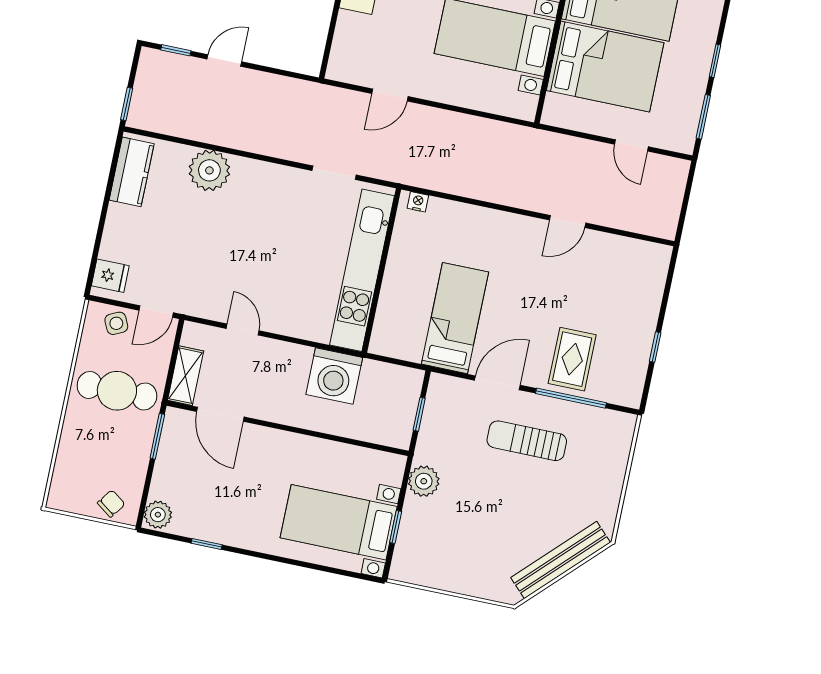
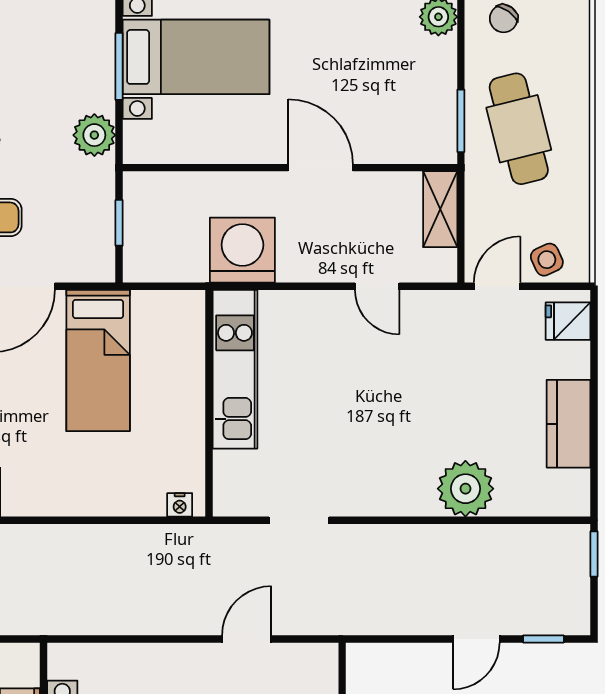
kitchen counter: (132, 172) -> (568, 424), moved
kitchen unit: (362, 270) -> (235, 369), width x0.73
cafe table: (117, 391) -> (519, 129), moved, turned 76
door: (220, 414) -> (321, 168), moved
window: (396, 527) -> (119, 66), width x1.50

